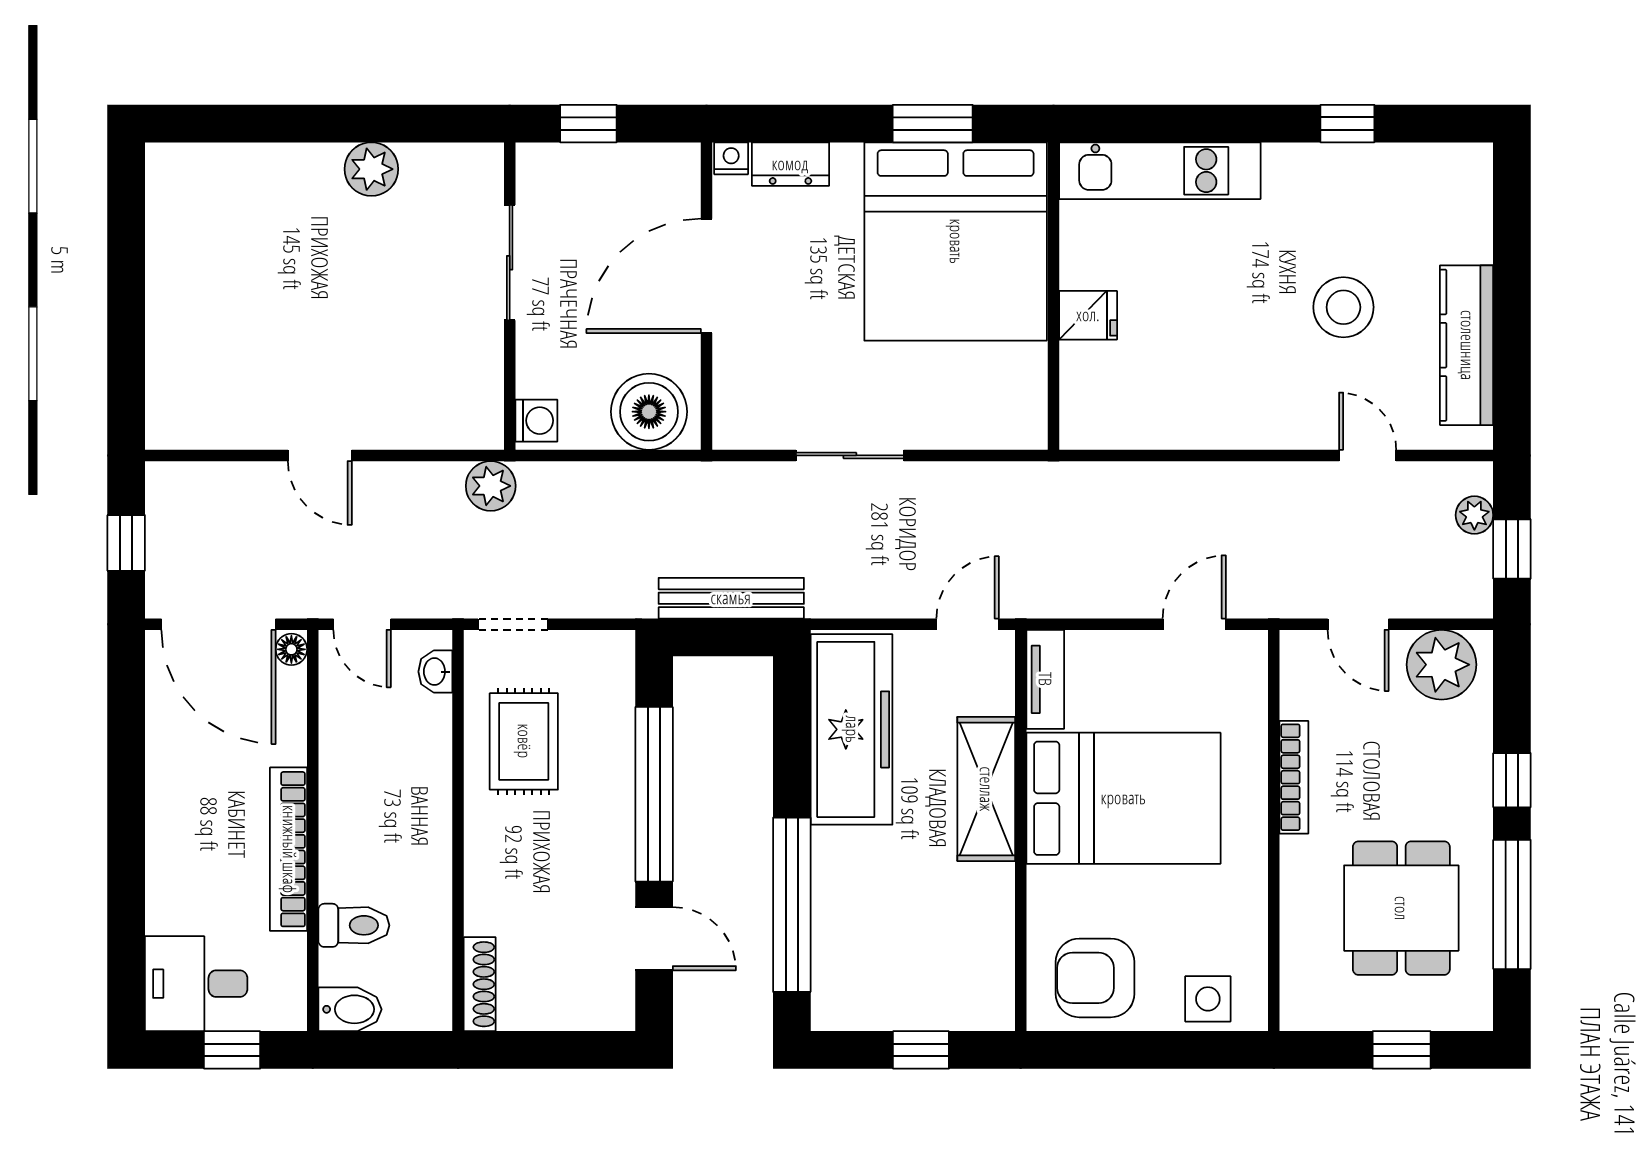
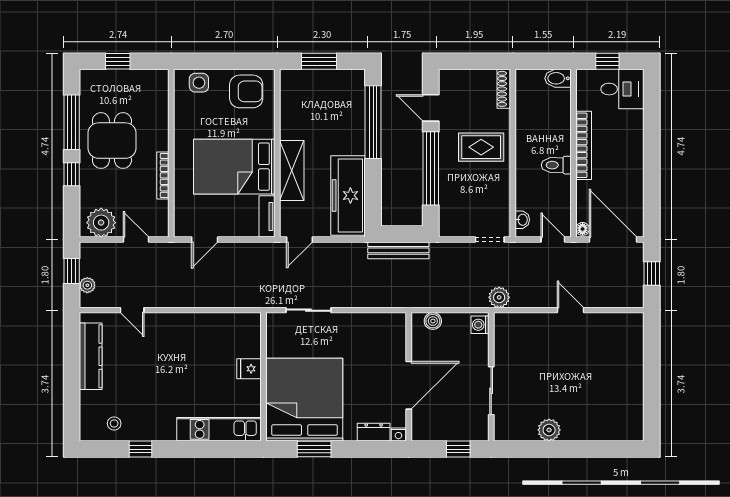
stool: (1343, 307) -> (114, 424), moved, width x0.53, depth x0.53
boiler: (649, 412) -> (433, 321), width x0.54, depth x0.54
sliding door: (850, 455) -> (308, 310), moved
rug: (524, 741) -> (481, 147), moved, turned 90
dining table: (1401, 908) -> (112, 141), moved
toilet: (354, 925) -> (556, 165), moved
window: (921, 1050) -> (319, 61), width x1.50

